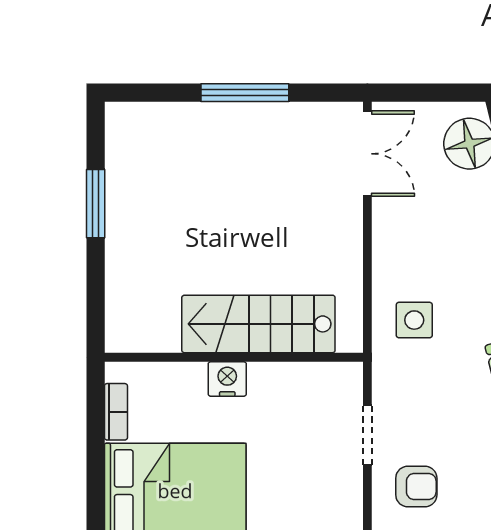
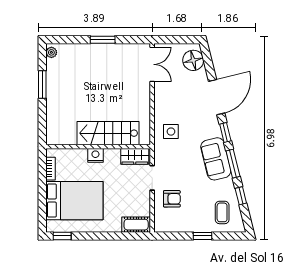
window: (245, 93) -> (103, 40), width x0.69
plant: (118, 124) -> (51, 52), added
wardrobe: (325, 381) -> (135, 156), added

